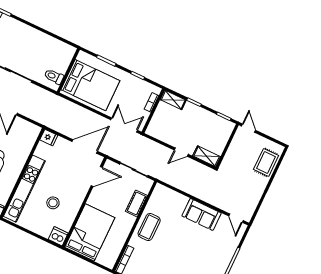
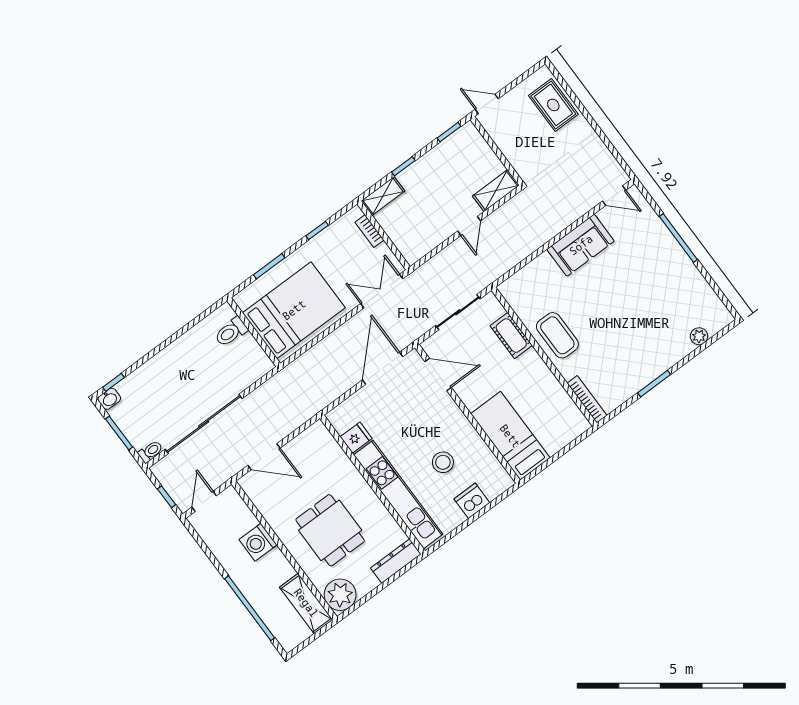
toilet: (54, 77) -> (231, 332), moved
fridge: (49, 138) -> (356, 438), moved
door: (97, 177) -> (438, 374), hinge flipped
bed: (90, 232) -> (510, 436), width x0.67
dishwasher: (58, 236) -> (472, 501), moved

